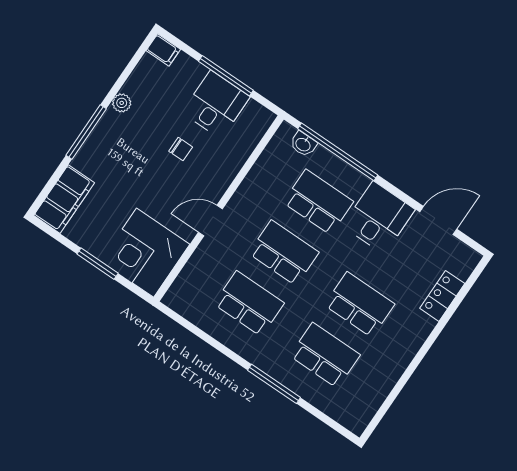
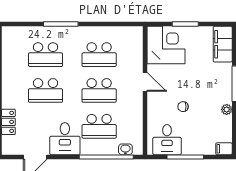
desk: (216, 105) -> (167, 140), moved
door: (210, 221) -> (145, 82), hinge flipped

